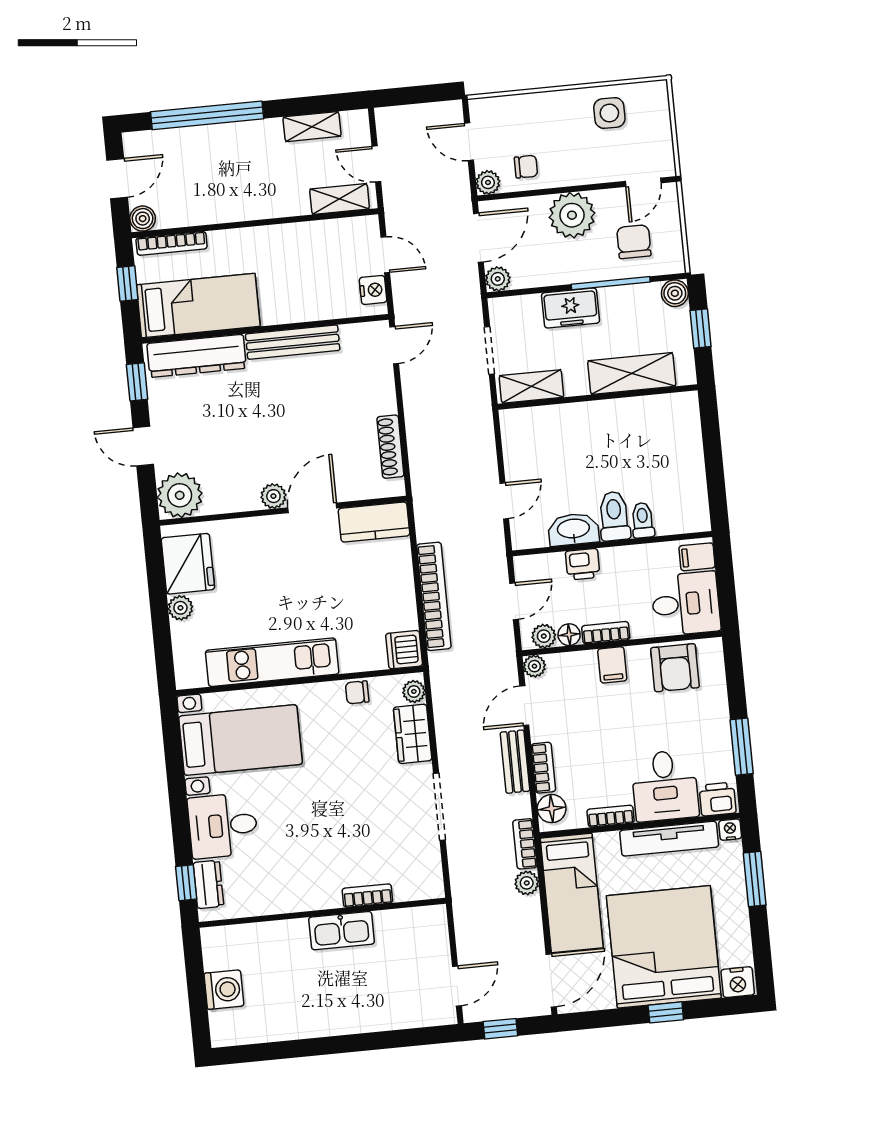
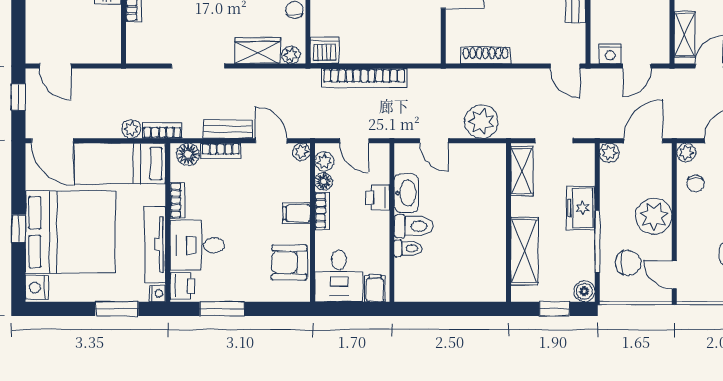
door: (478, 238) -> (643, 141), swing flipped
plant: (474, 443) -> (481, 122), added
kitchen counter: (374, 522) -> (427, 37), removed

